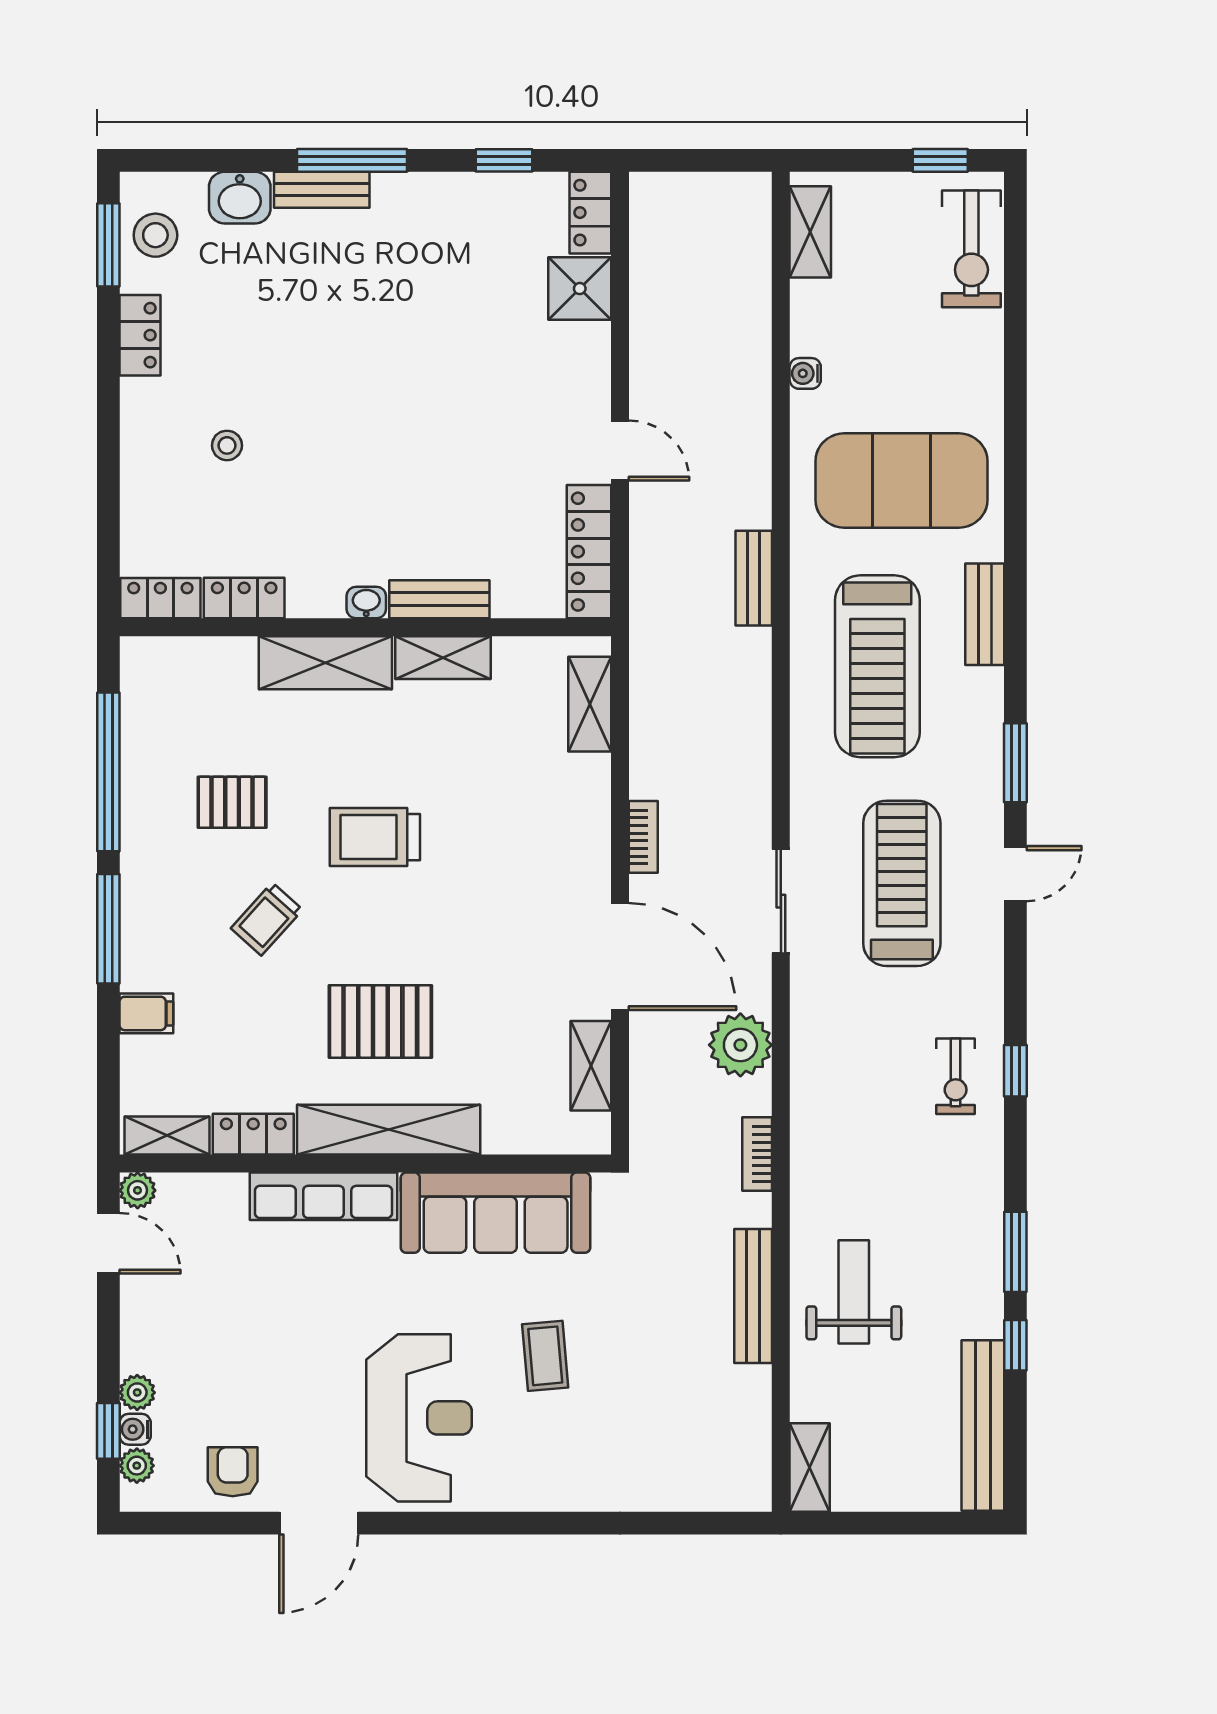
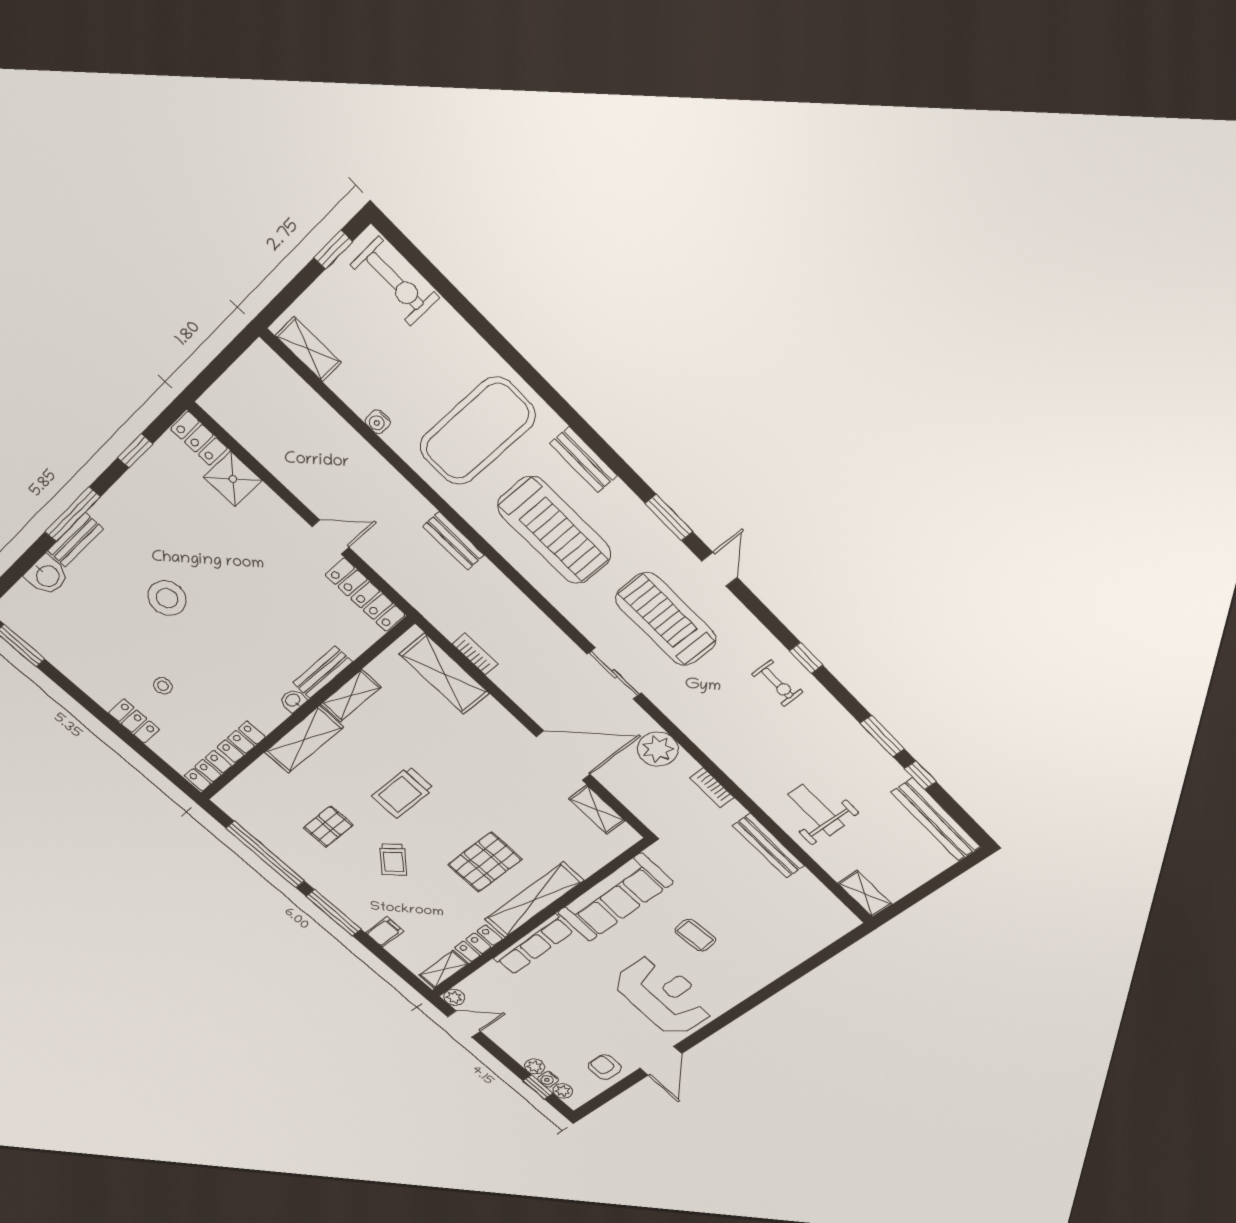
stool: (155, 235) -> (167, 598), moved, width x1.38, depth x1.38
locker: (140, 335) -> (134, 721), moved
shelving: (590, 704) -> (444, 674), width x1.50, depth x1.33
bookcase: (643, 837) -> (475, 654), moved

